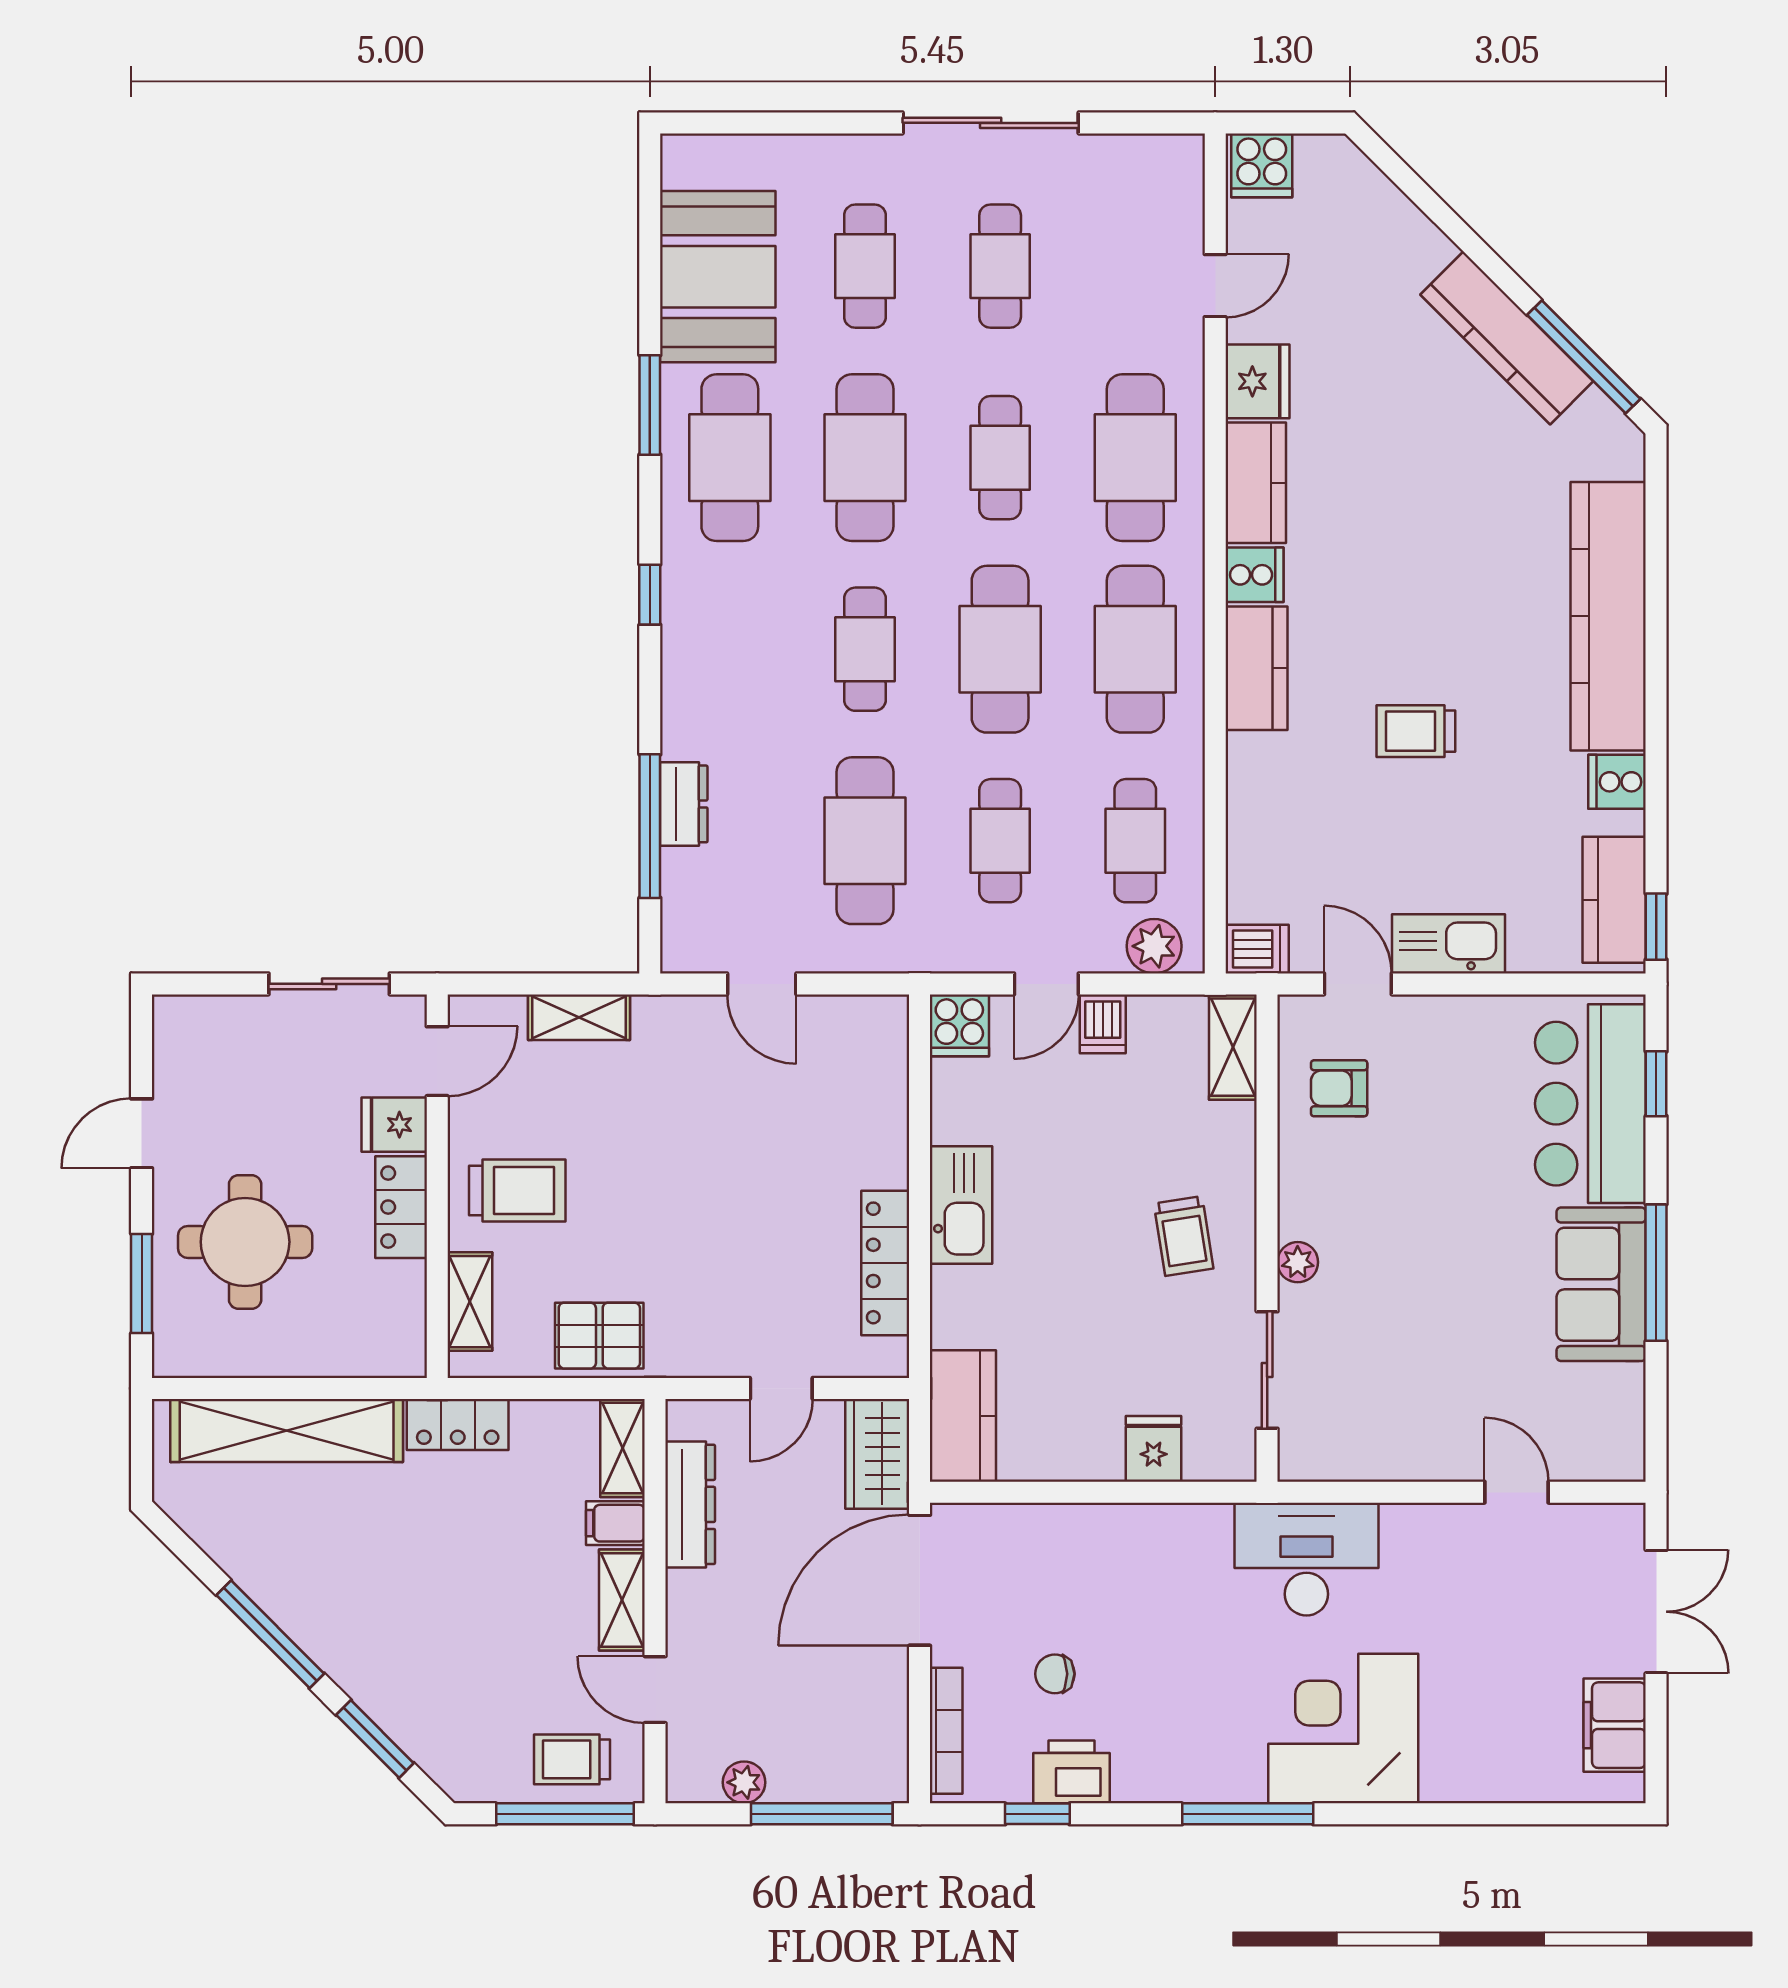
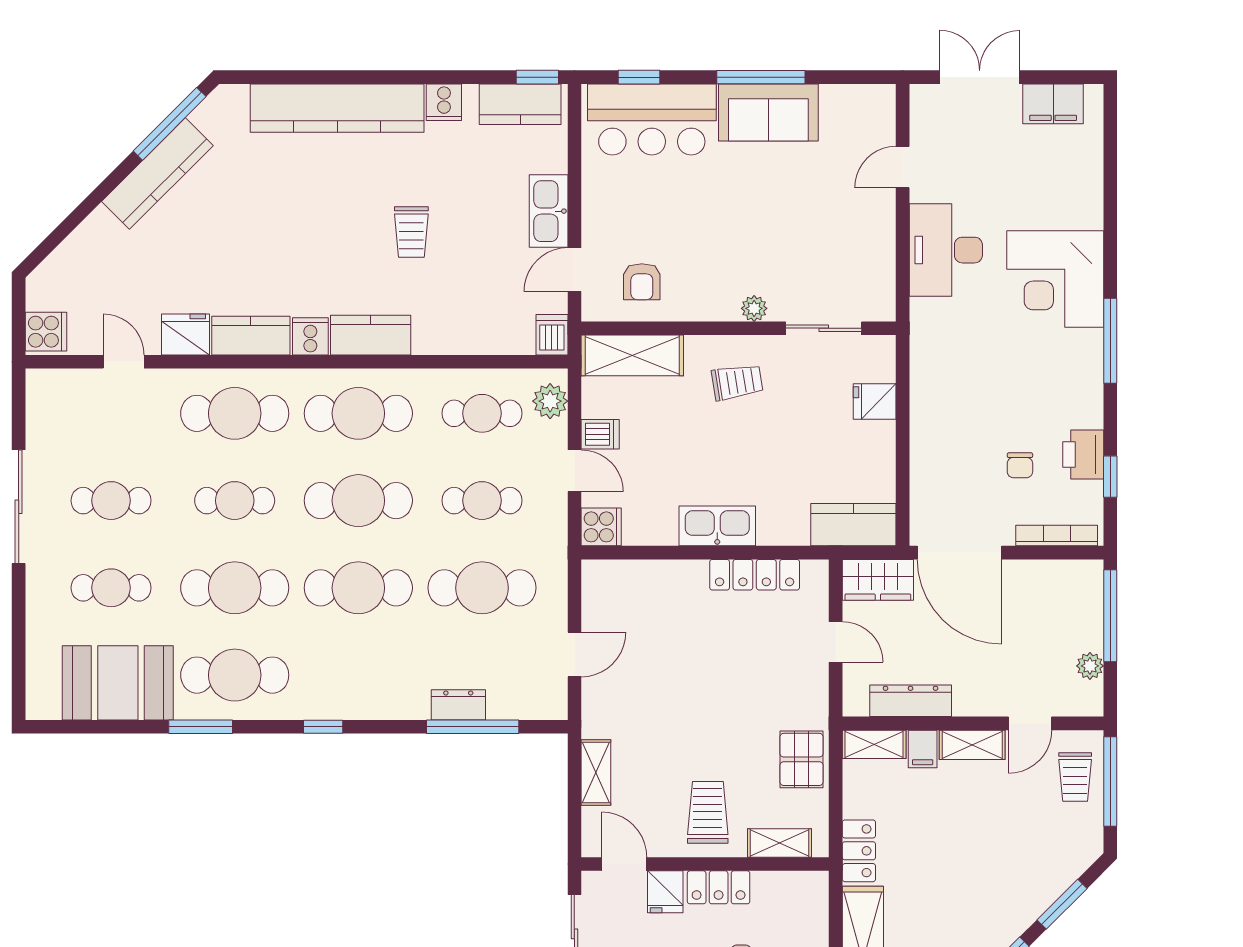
cafe table: (865, 649) -> (358, 588), width x1.37, depth x1.35
shelving: (1233, 1047) -> (632, 355), width x1.50, depth x1.33
desk: (1306, 1559) -> (946, 250), moved

